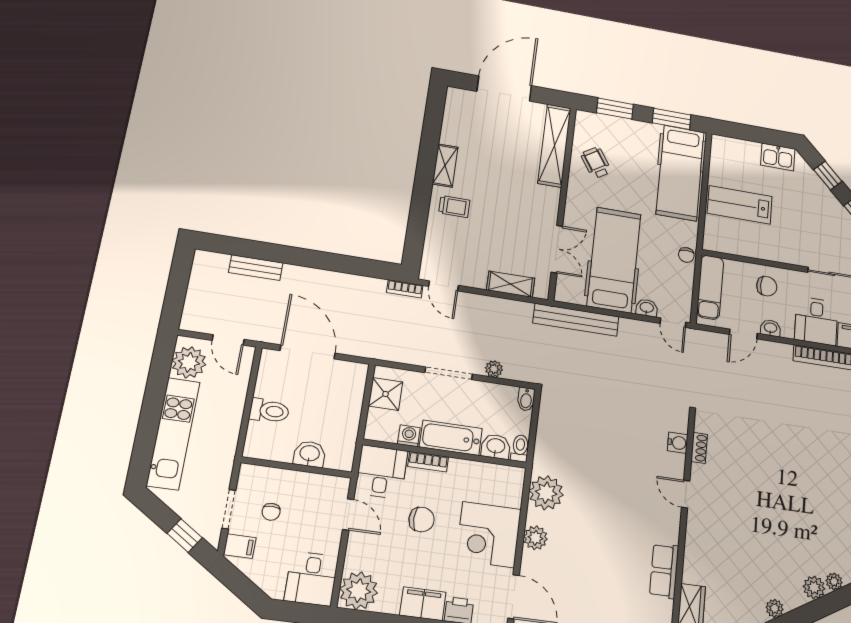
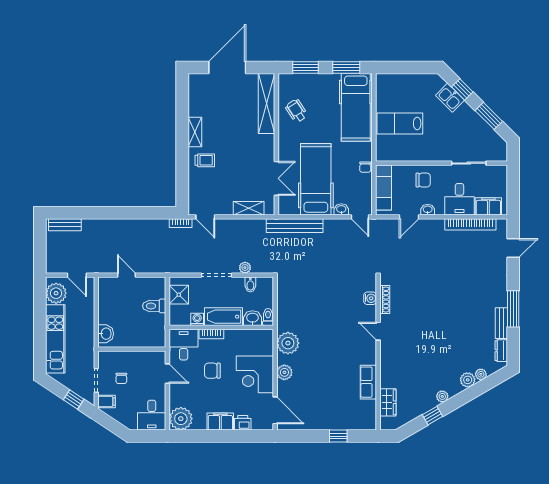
kitchen sink: (778, 157) -> (450, 98), moved, turned 45
bench: (256, 268) -> (65, 225), moved
door: (308, 352) -> (126, 275), width x0.53
bidet: (526, 399) -> (250, 284), moved
toilet: (269, 411) -> (154, 306), moved, turned 180
shoe rack: (699, 448) -> (385, 300), width x1.43
washbasin: (310, 454) -> (106, 334), moved, turned 90
chair: (422, 520) -> (212, 371), turned 180

